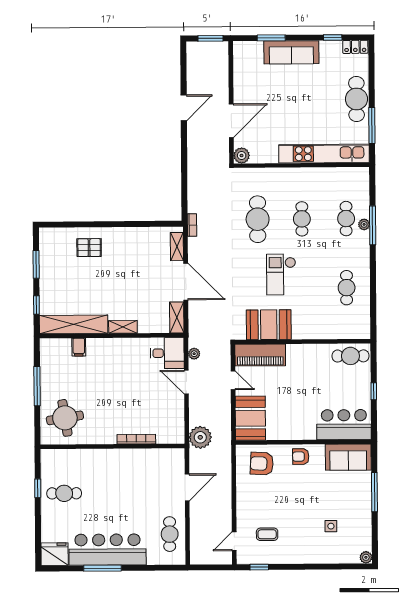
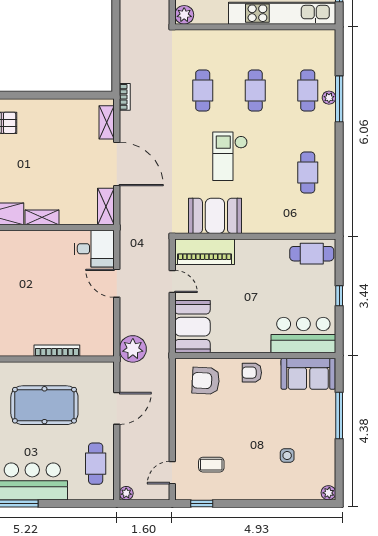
cafe table: (258, 219) -> (203, 91), width x0.73, depth x0.74
plant: (194, 354) -> (126, 493), moved
pool table: (126, 485) -> (44, 405), added

